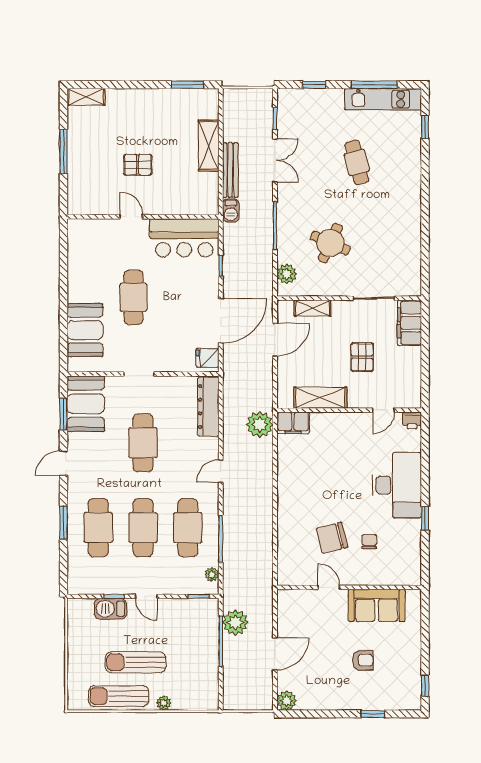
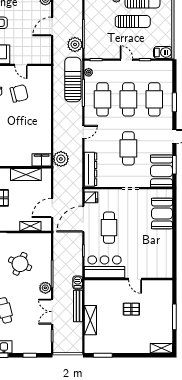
plant: (287, 274) -> (45, 288), moved
cafe table: (133, 297) -> (109, 228), moved
sun lounger: (239, 562) -> (73, 80), added
barbecue: (110, 609) -> (163, 52), moved

